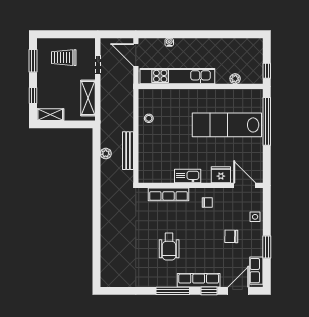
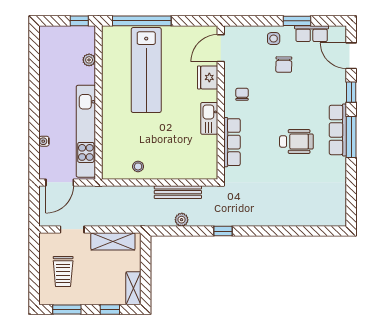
window: (96, 187) -> (223, 231), added
side table: (255, 217) -> (274, 39), moved
row of seats: (256, 271) -> (312, 34), moved
row of seats: (199, 280) -> (338, 130), moved

